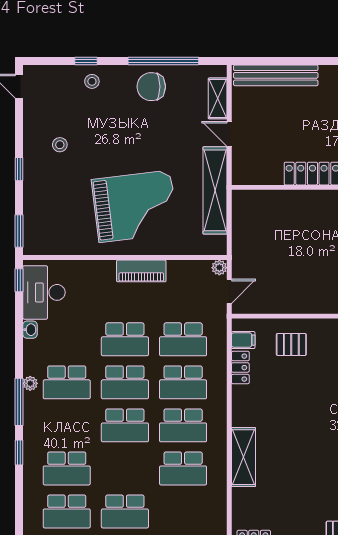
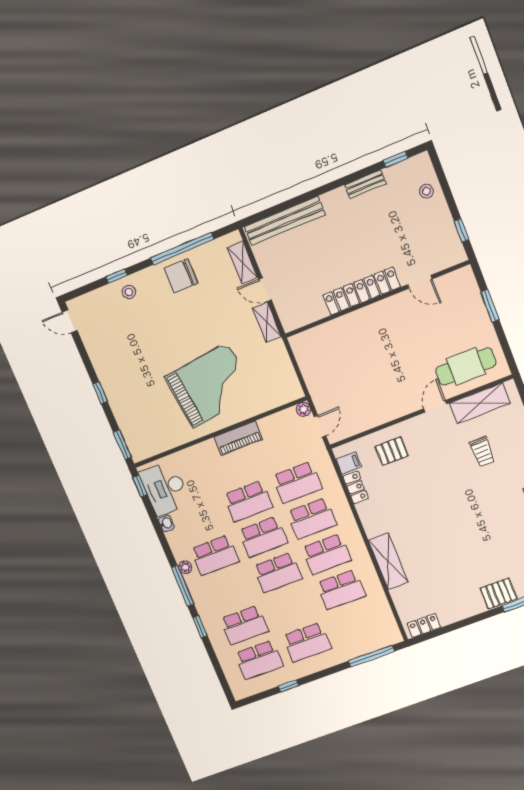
stool: (60, 145) -> (125, 358), removed
shelving: (215, 190) -> (267, 322), width x0.45, depth x0.75

